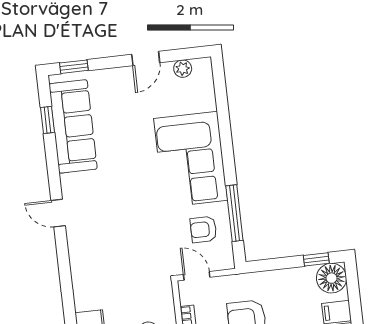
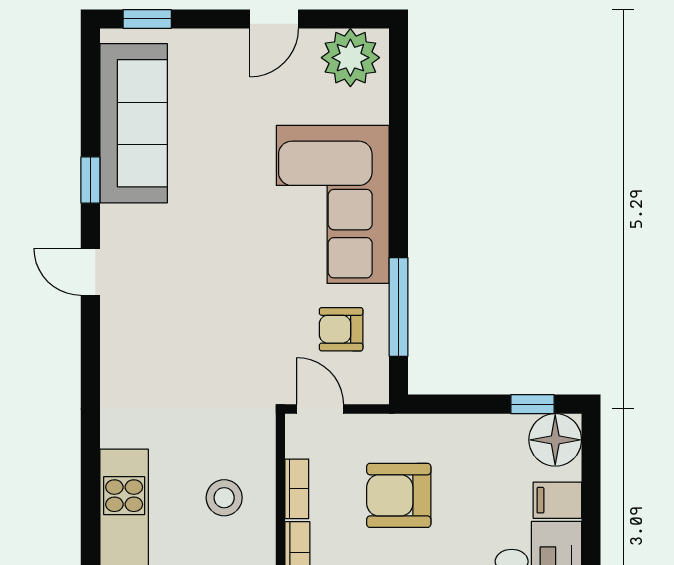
plant: (183, 69) -> (350, 58), width x1.87, depth x1.87
window: (48, 120) -> (90, 180), moved

